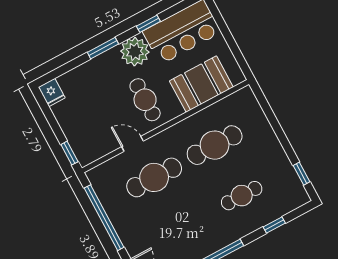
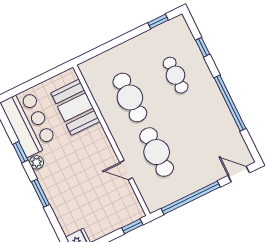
plant: (135, 52) -> (37, 162), width x0.53, depth x0.53
cafe table: (145, 100) -> (87, 158), removed
door: (132, 144) -> (126, 170), hinge flipped

